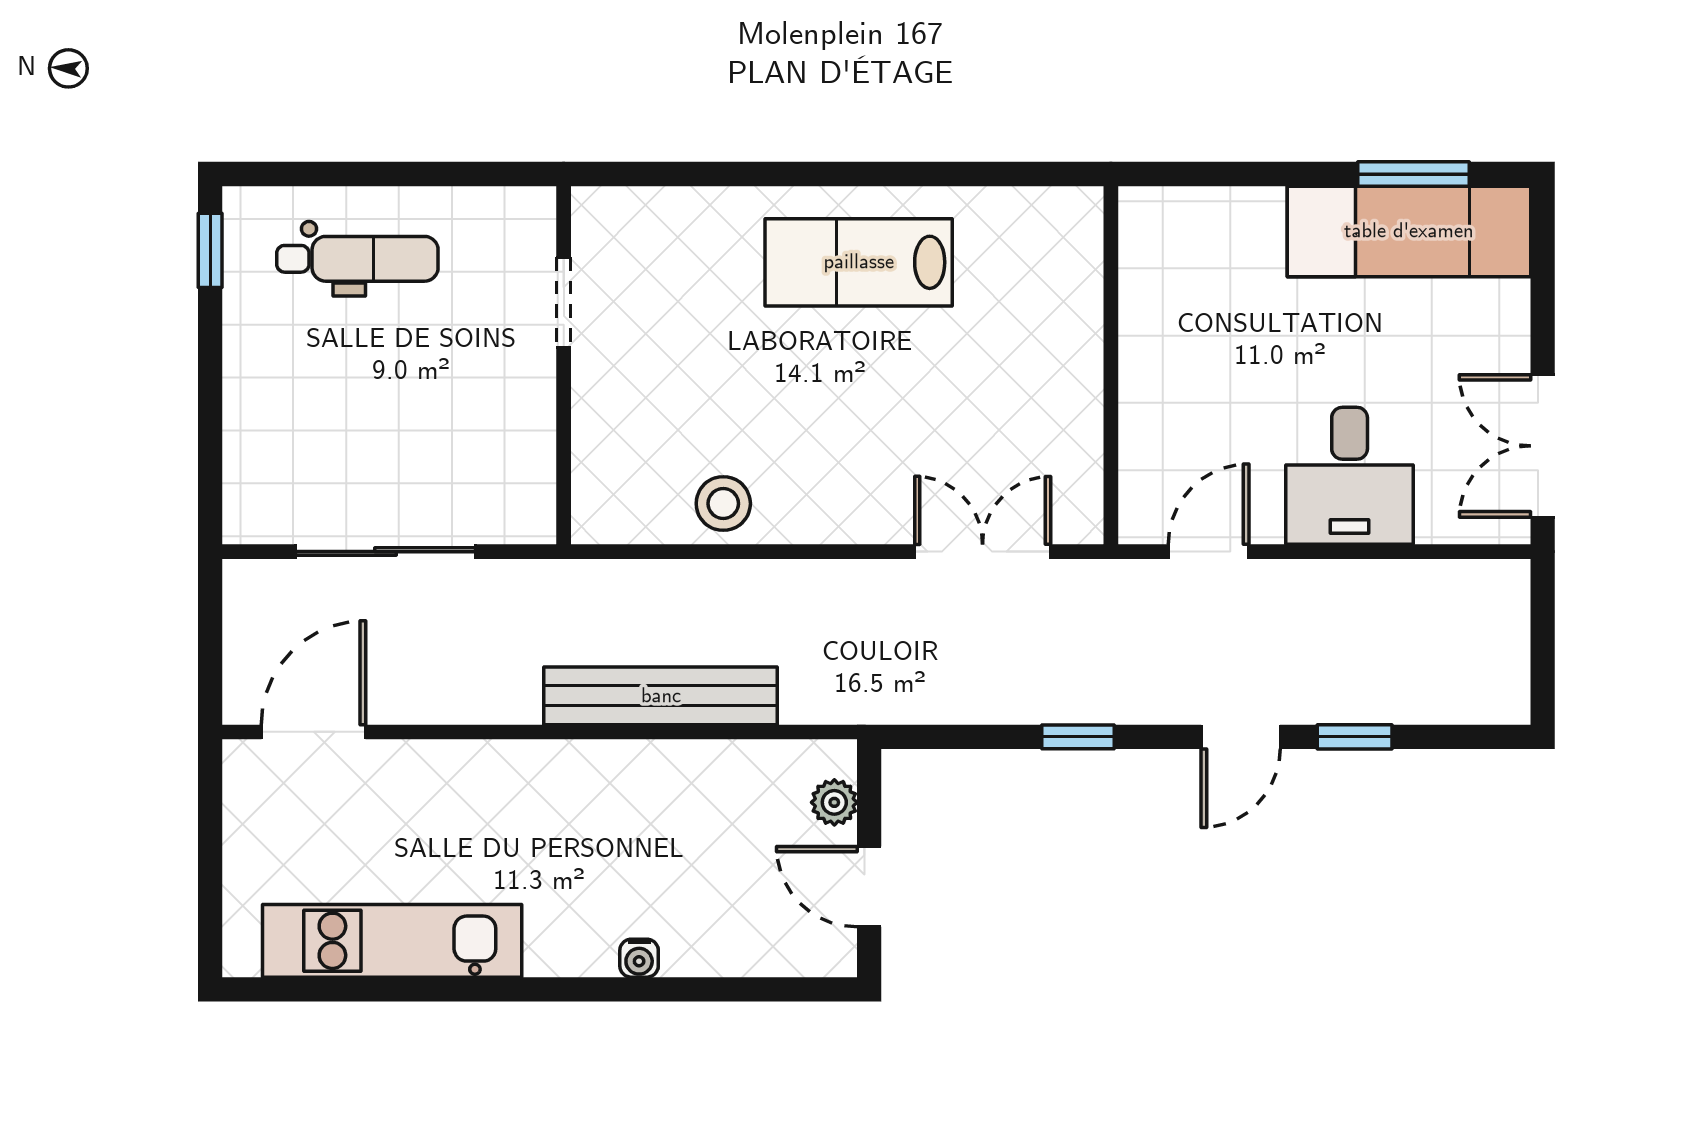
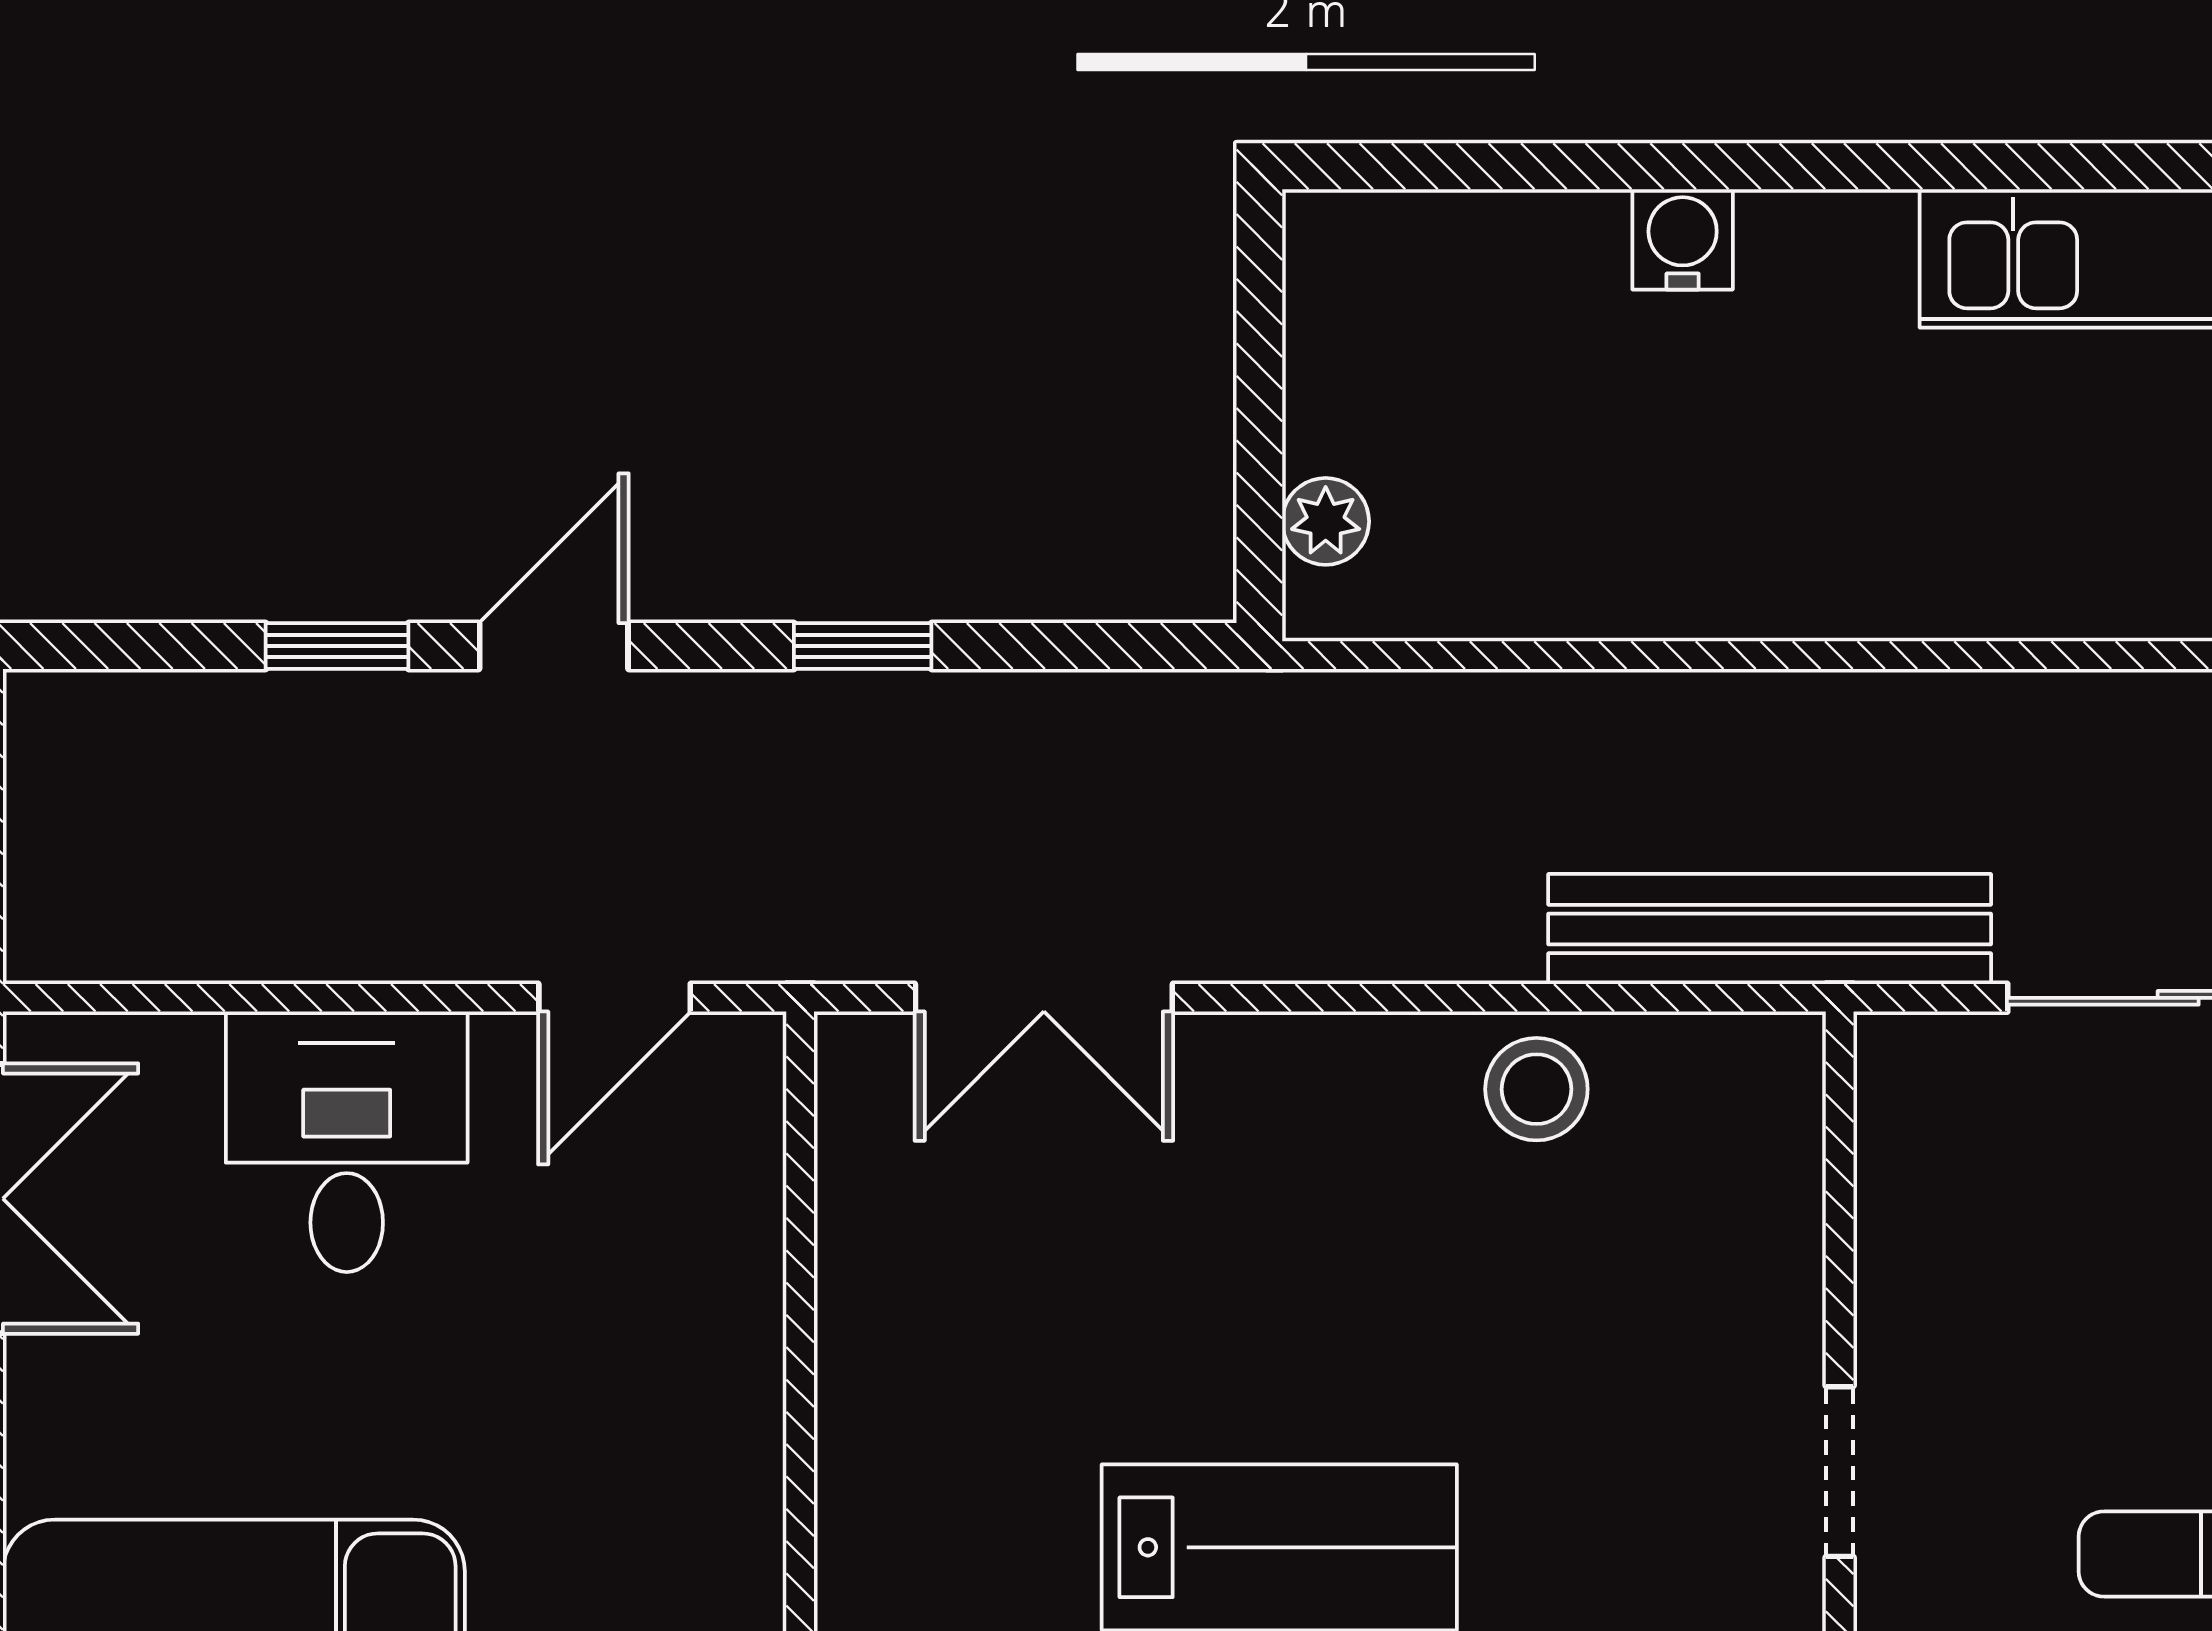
bench: (661, 696) -> (1770, 929), moved
door: (869, 887) -> (1259, 361), removed
water cooler: (639, 958) -> (1683, 239), width x1.38, depth x1.38

